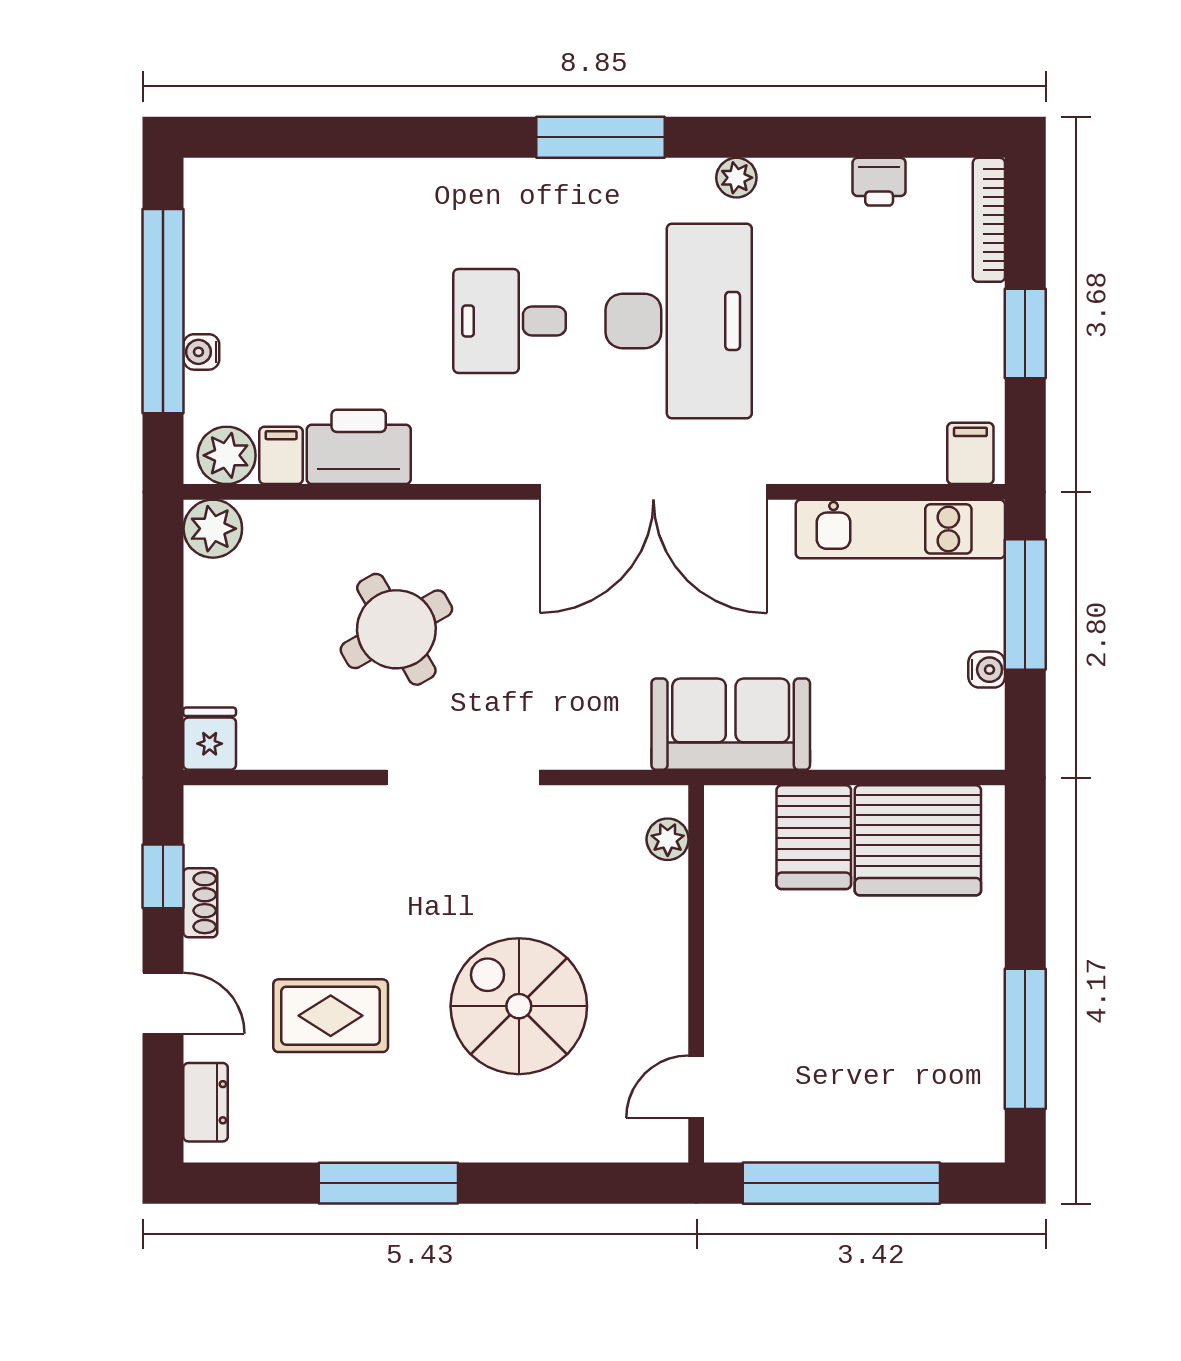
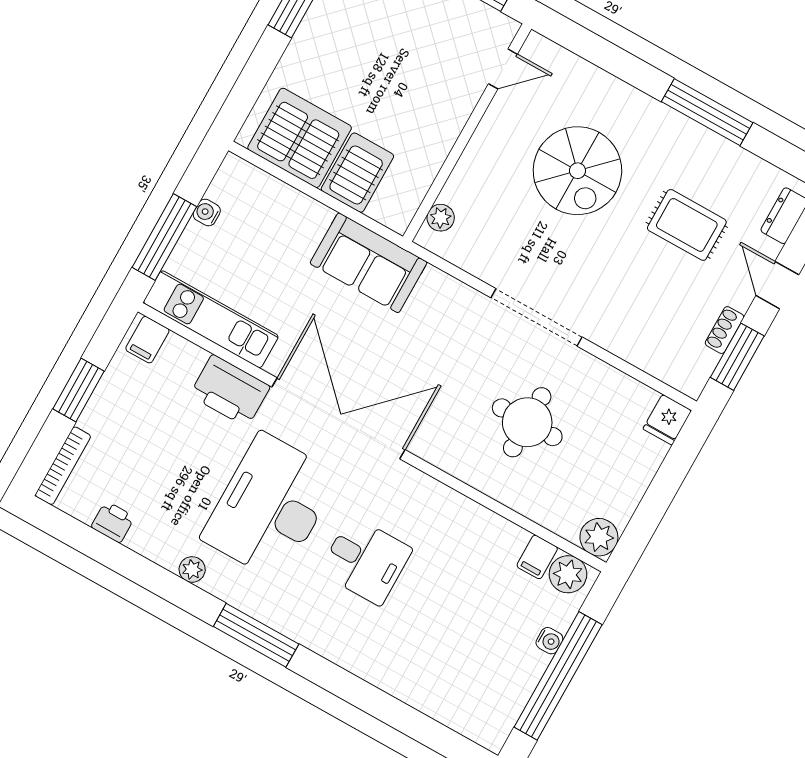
printer: (359, 447) -> (230, 391), moved
round table: (396, 629) -> (527, 422), turned 30
window: (163, 876) -> (737, 357), width x1.50

